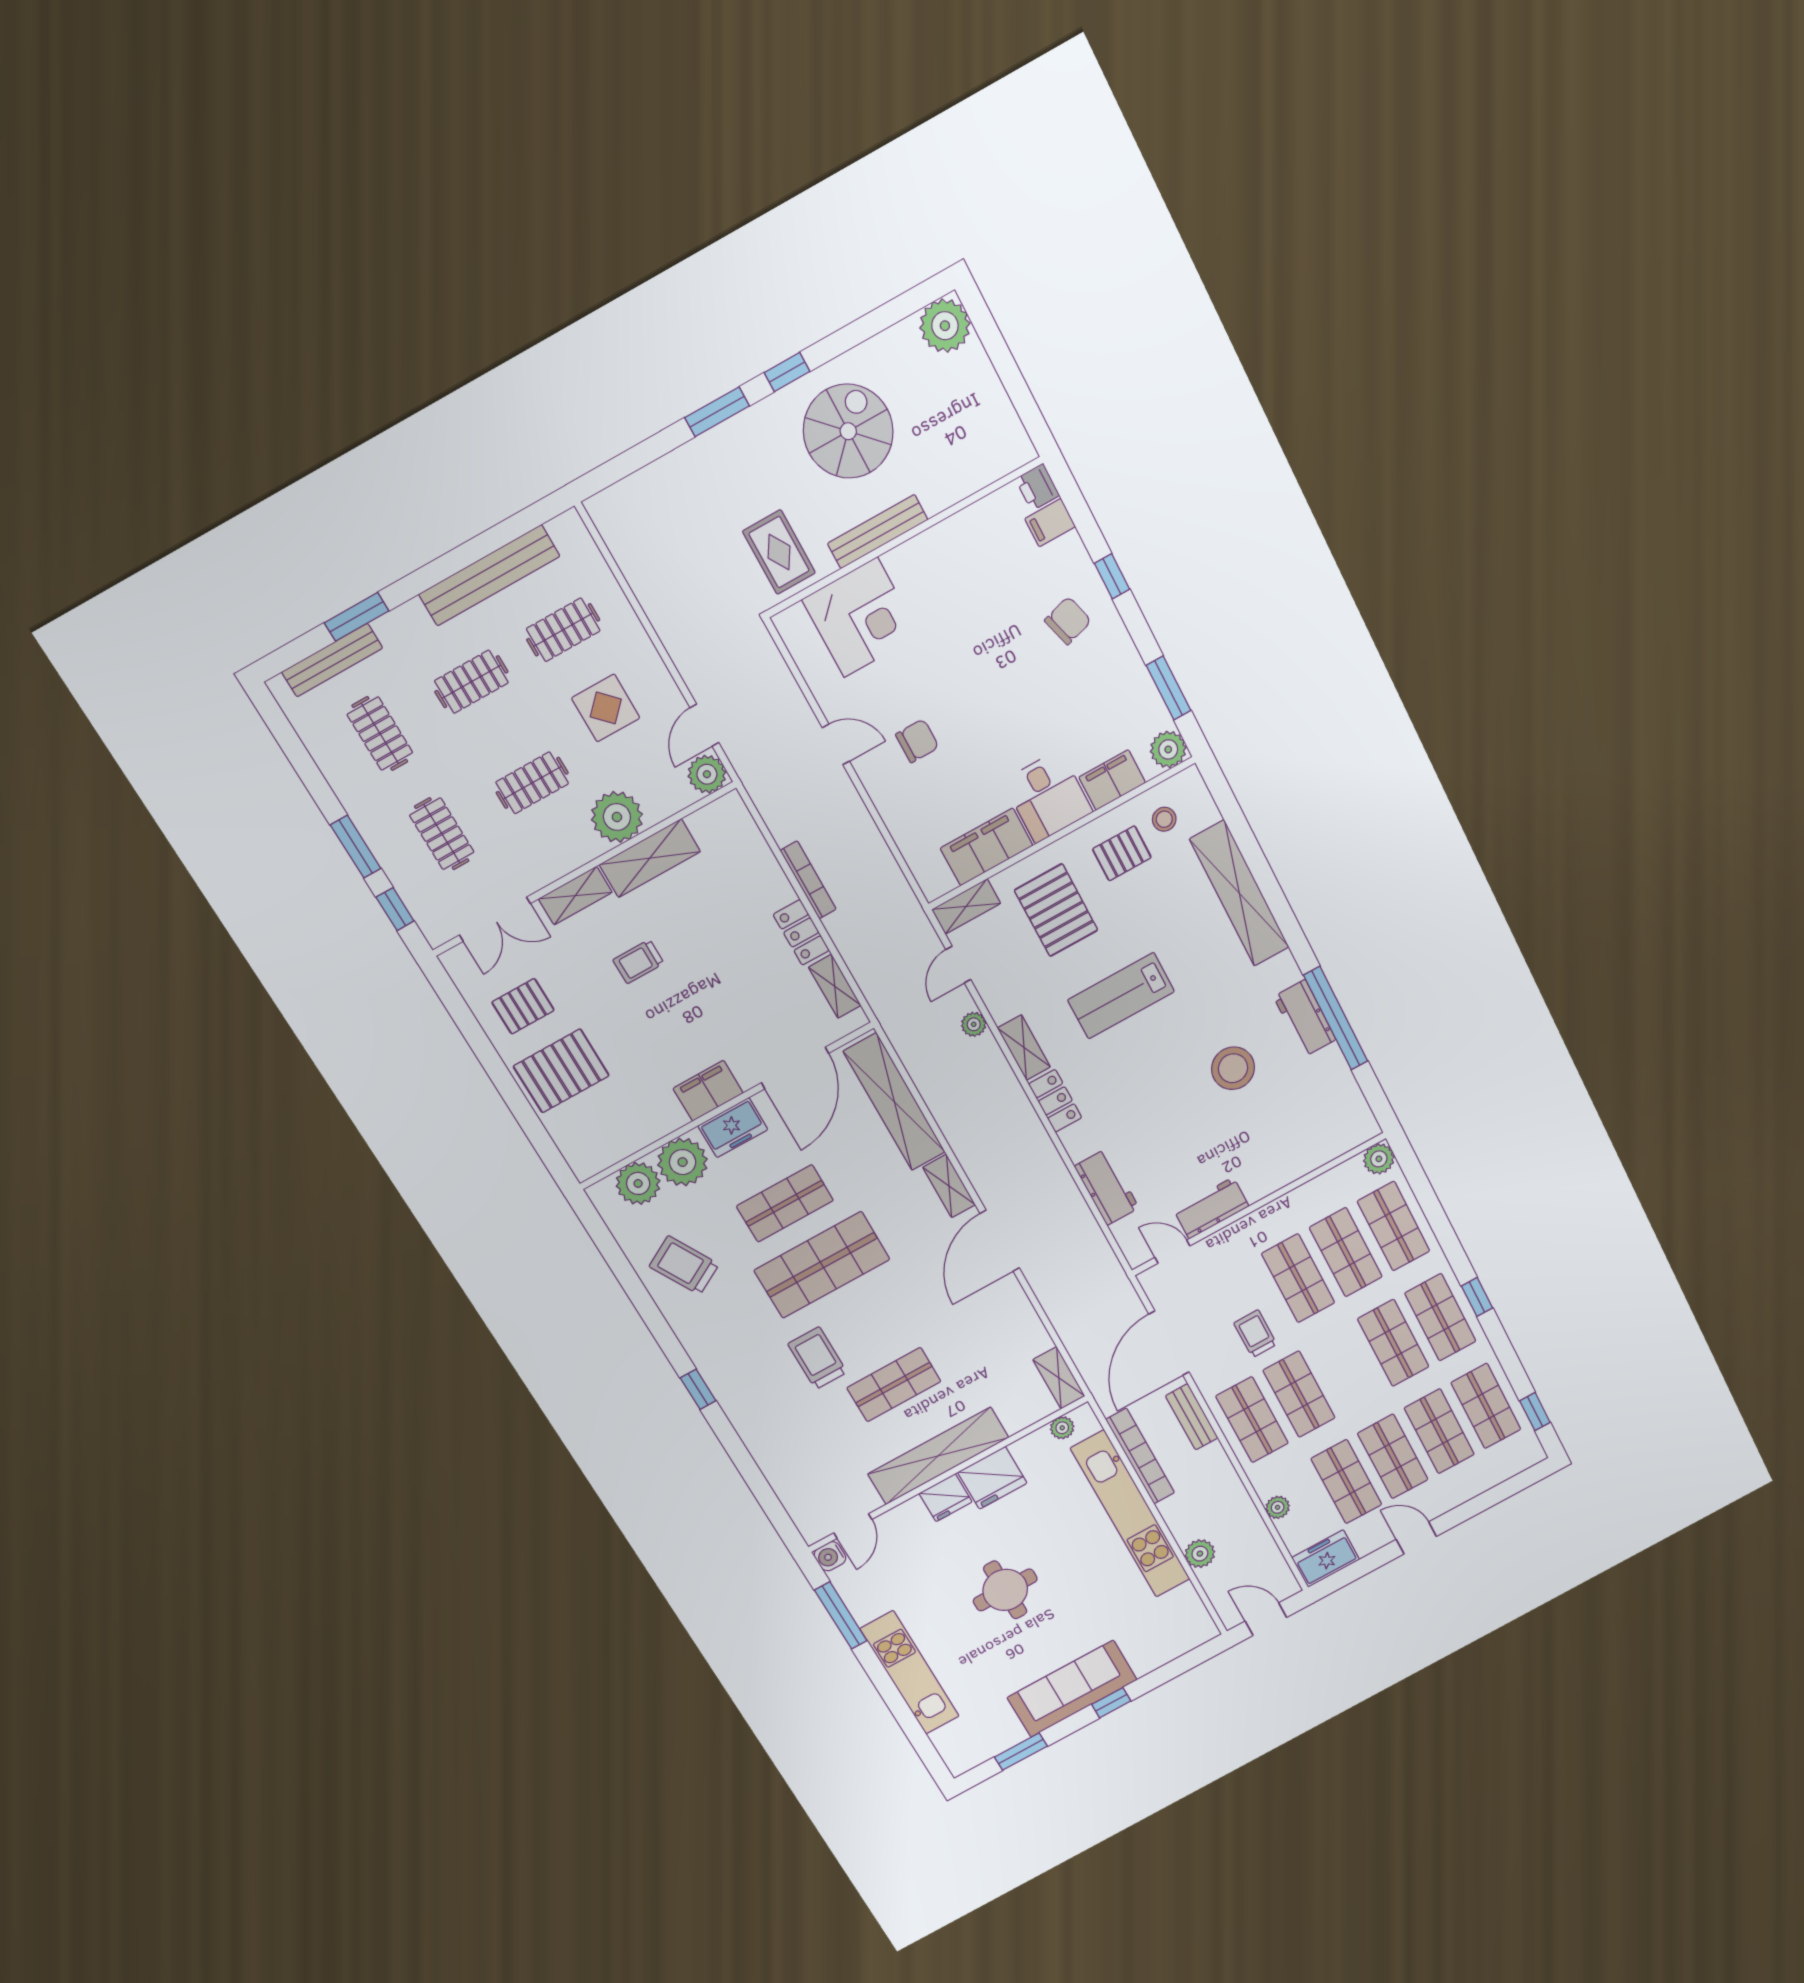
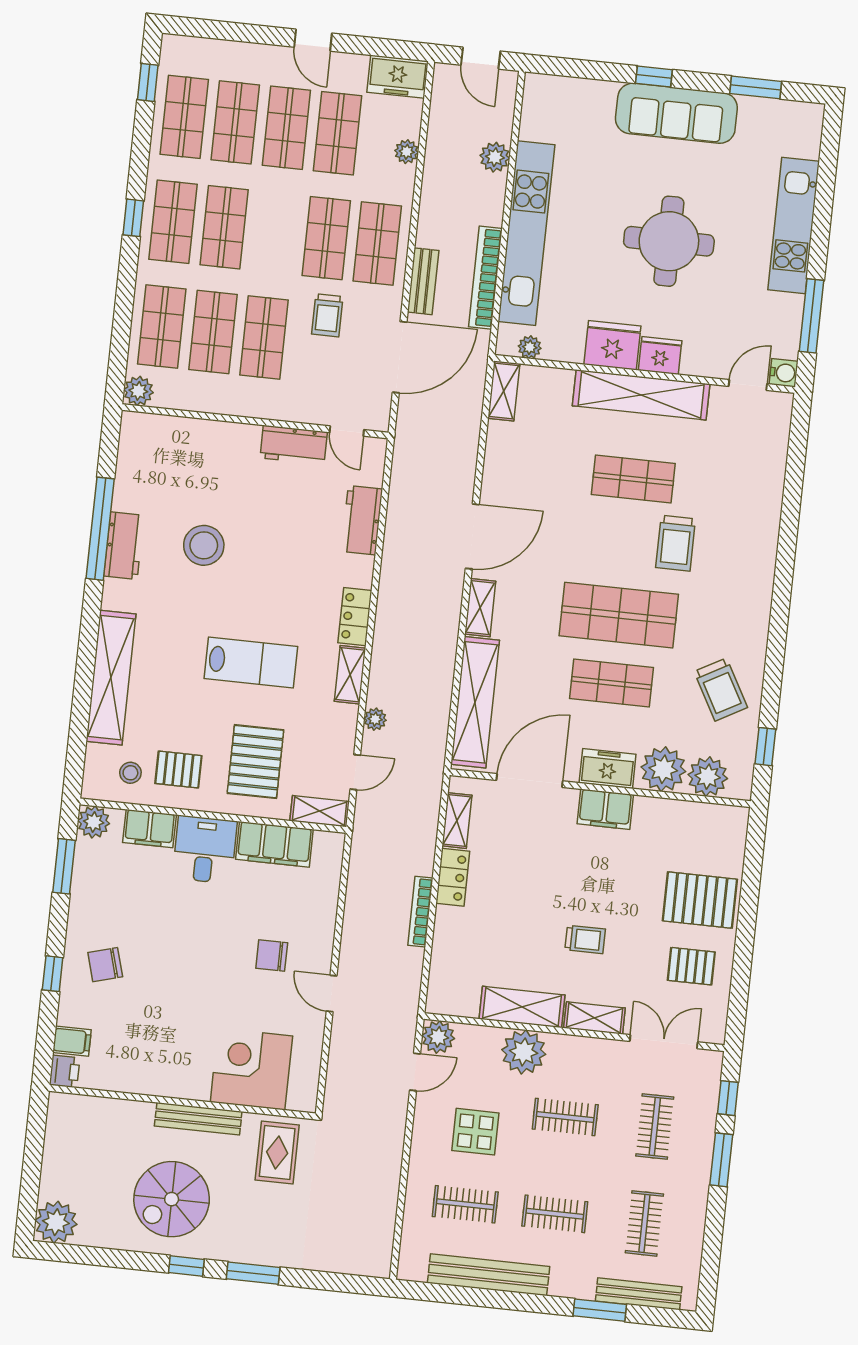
window: (698, 1389) -> (765, 747), moved
round table: (1005, 1590) -> (669, 241), width x1.36, depth x1.36

